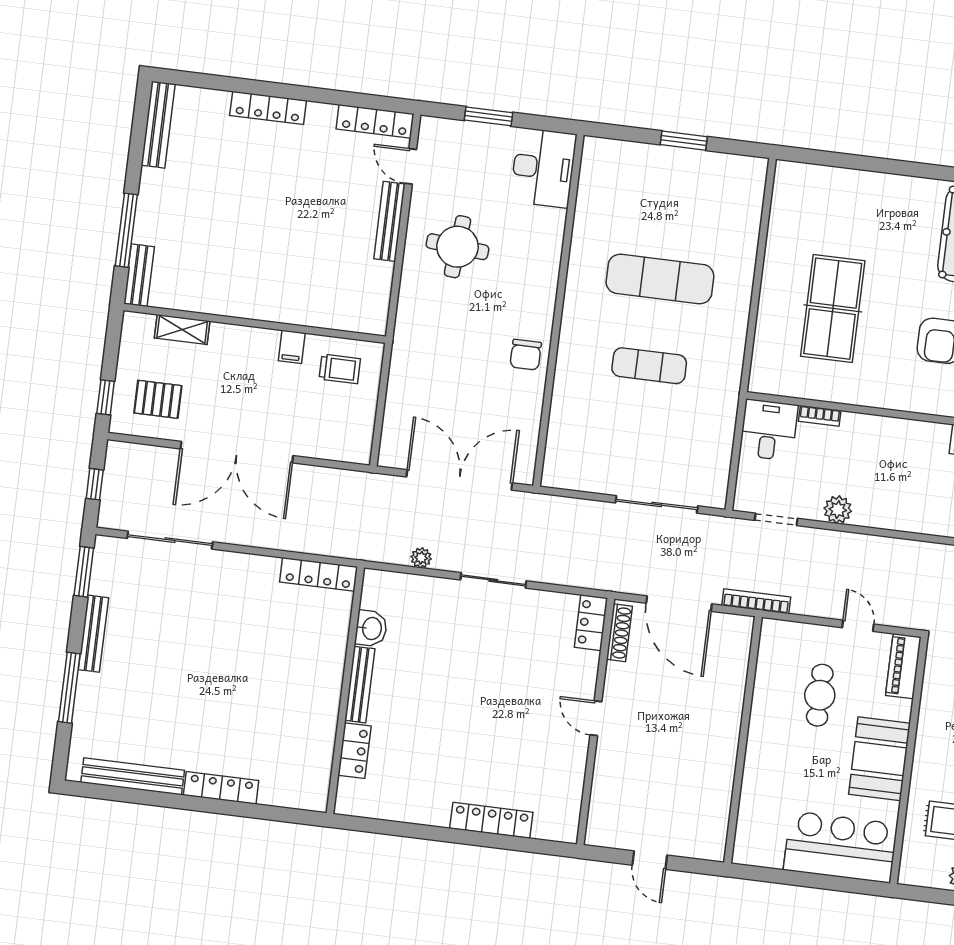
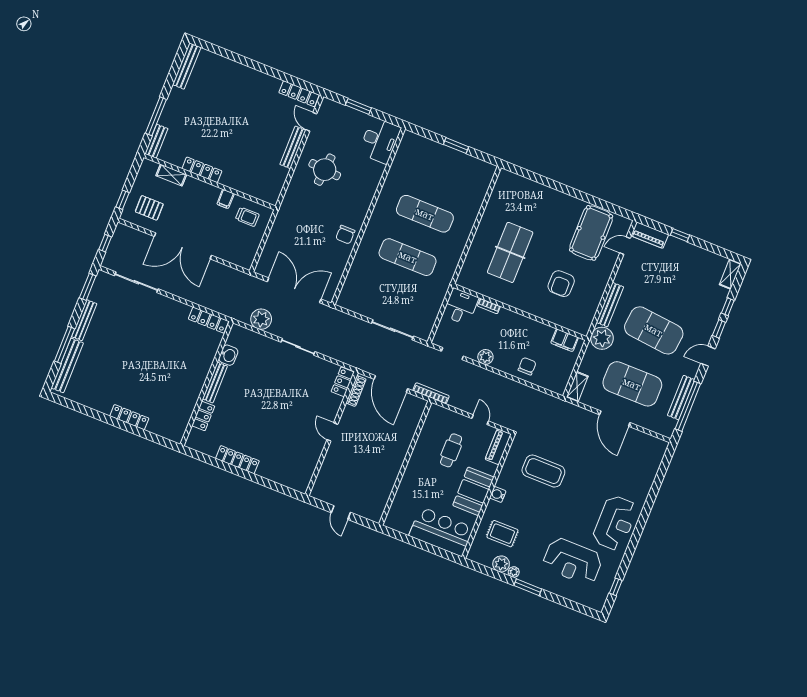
locker: (268, 108) -> (202, 170), moved, turned 180
exercise mat: (649, 366) -> (408, 257), width x1.36, depth x1.45
chair: (917, 507) -> (527, 366), added
plant: (421, 558) -> (261, 319), width x1.88, depth x1.88
water cooler: (925, 753) -> (498, 494), added
bench: (133, 776) -> (67, 365), moved, turned 90
locker: (491, 820) -> (237, 460), moved

